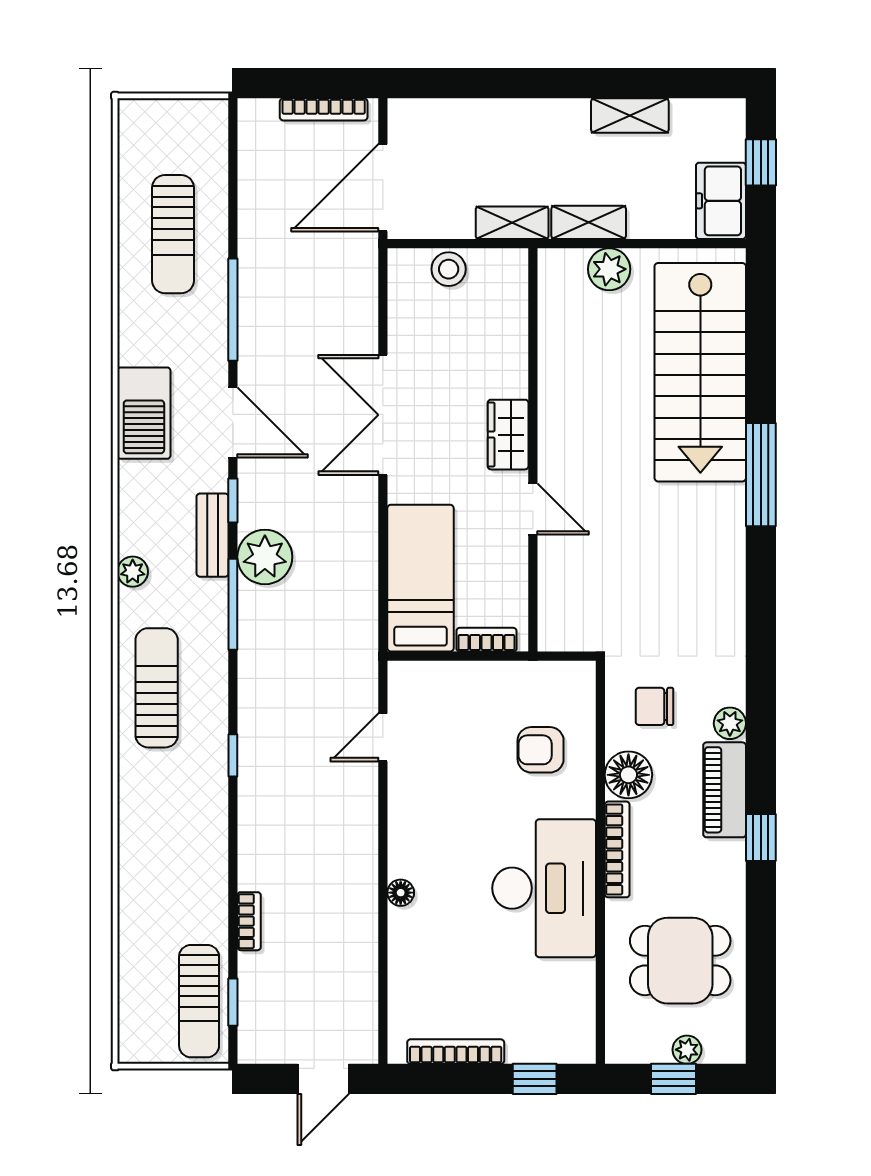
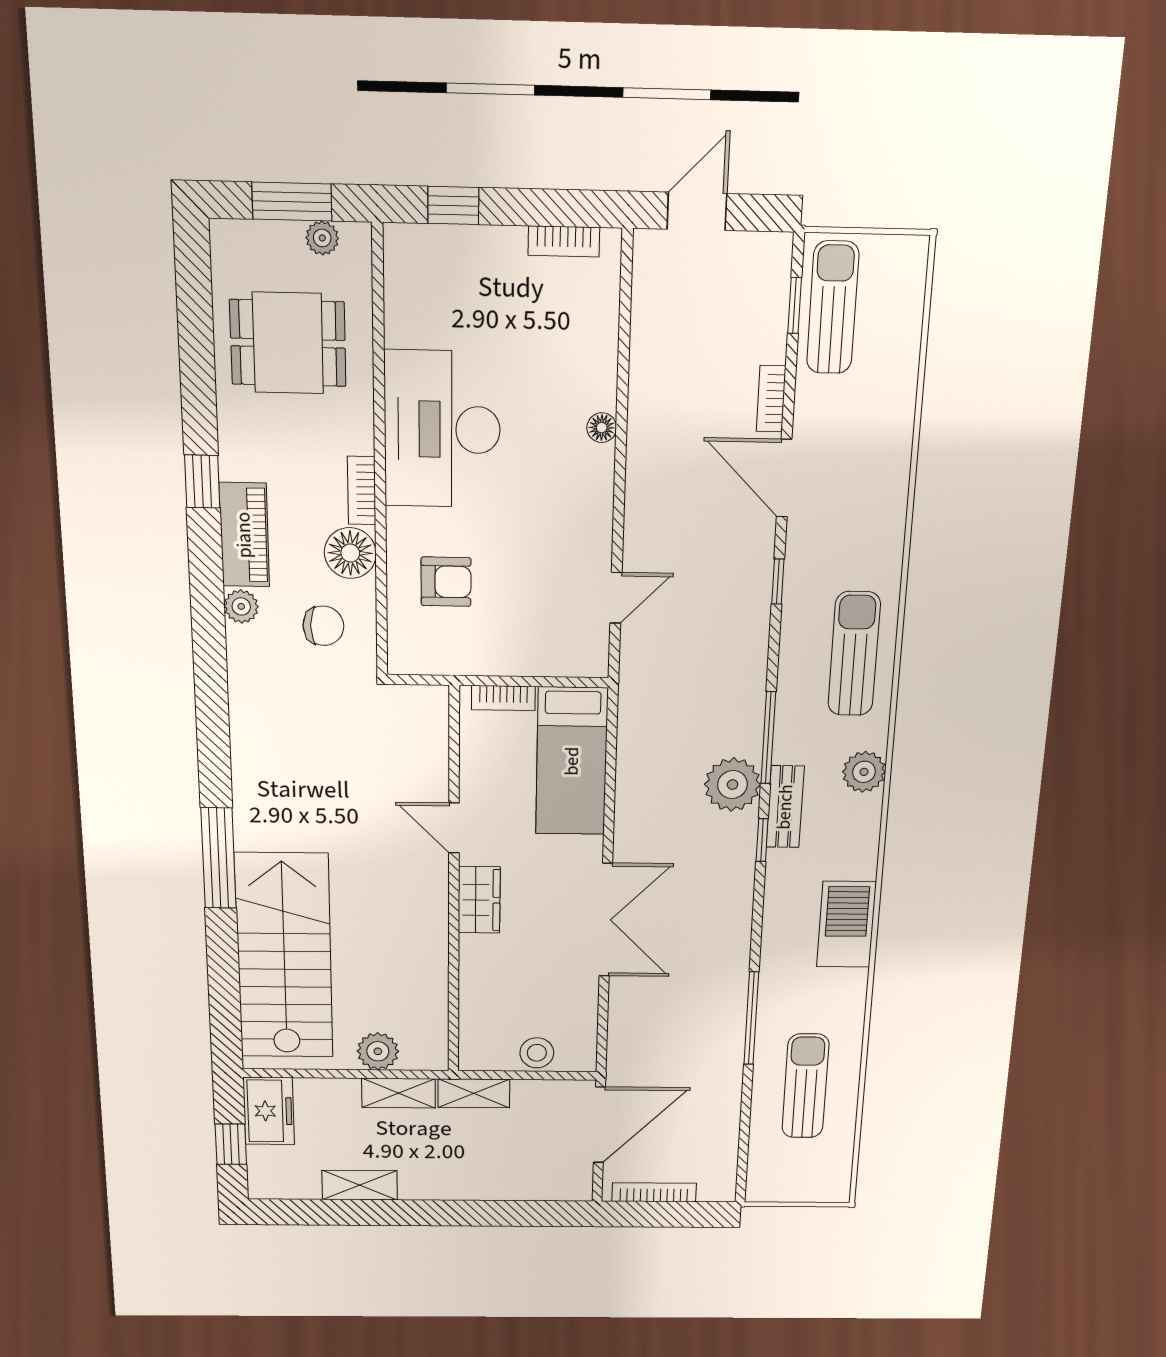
door: (233, 422) -> (784, 478), moved
plant: (133, 572) -> (864, 772), width x1.38, depth x1.38
sun lounger: (157, 688) -> (854, 654), turned 180
bookcase: (617, 849) -> (362, 491), width x0.64
plant: (687, 1050) -> (322, 238), moved
bookcase: (456, 1052) -> (564, 241), width x0.64
window: (674, 1079) -> (292, 202), width x1.50

